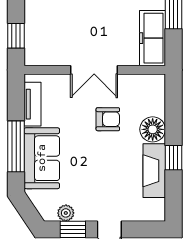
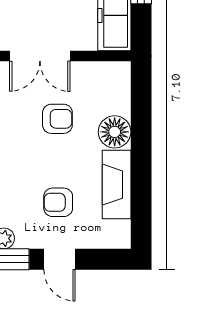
window: (173, 158) -> (141, 168), removed
armchair: (108, 185) -> (58, 202), added

